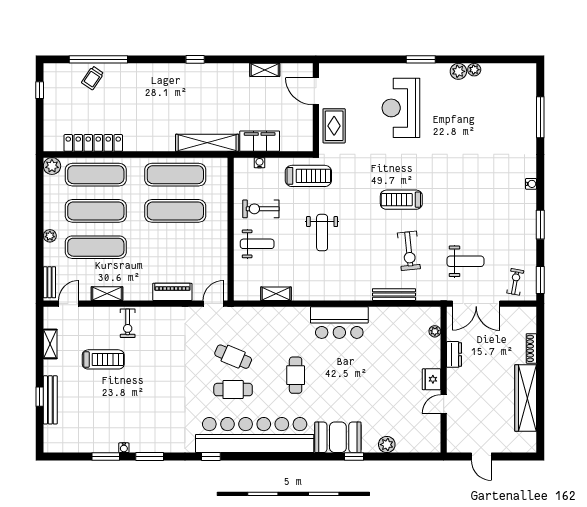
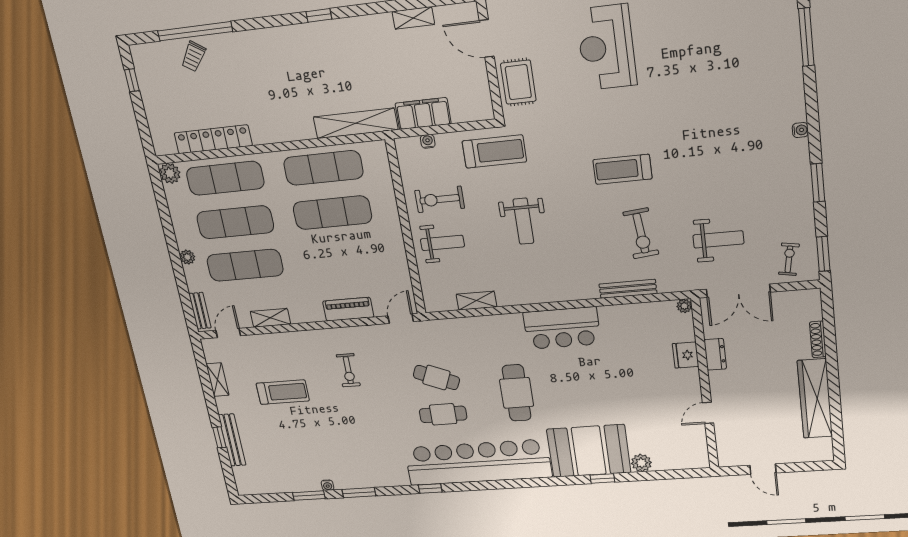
exercise bike: (128, 323) -> (348, 370), moved
plant: (435, 331) -> (684, 306), moved
cafe table: (296, 375) -> (517, 393), width x1.37, depth x1.35
fridge: (431, 379) -> (686, 355), moved
booth: (338, 437) -> (589, 451), width x1.36, depth x1.42

